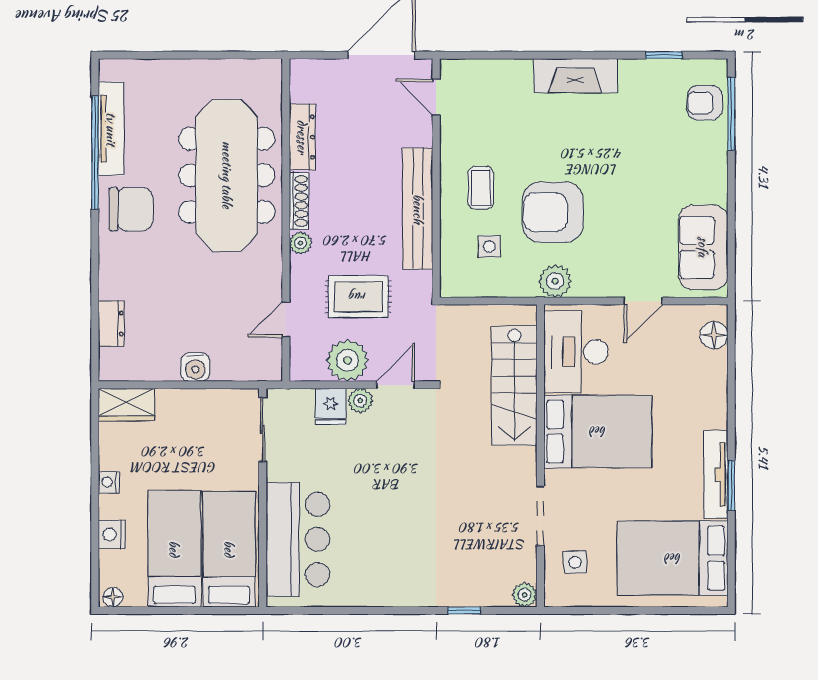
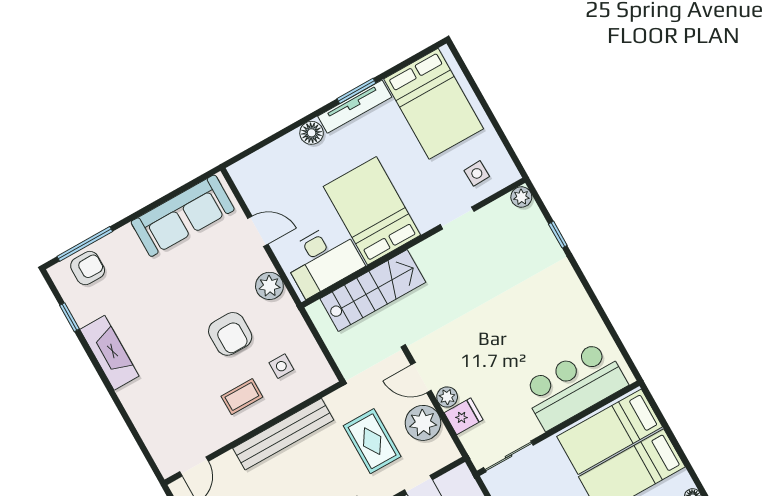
fireplace: (575, 76) -> (109, 353), moved
armchair: (705, 103) -> (88, 268), turned -90
armchair: (553, 212) -> (230, 334), width x0.73, depth x0.73
sofa: (703, 247) -> (183, 216), width x1.36
plant: (555, 281) -> (269, 286), moved
floor lamp: (714, 335) -> (312, 133), moved
doorway: (540, 516) -> (457, 218), width x0.73

